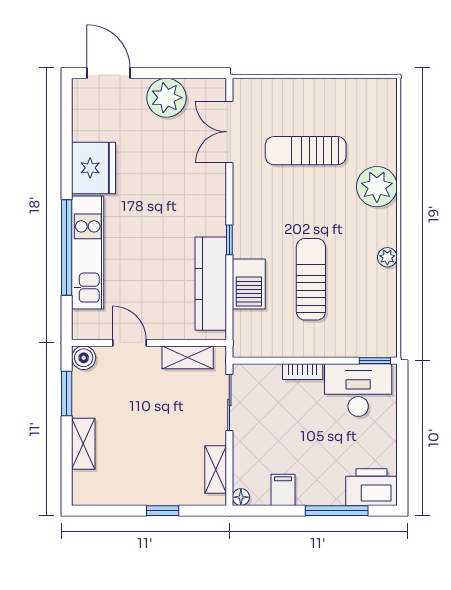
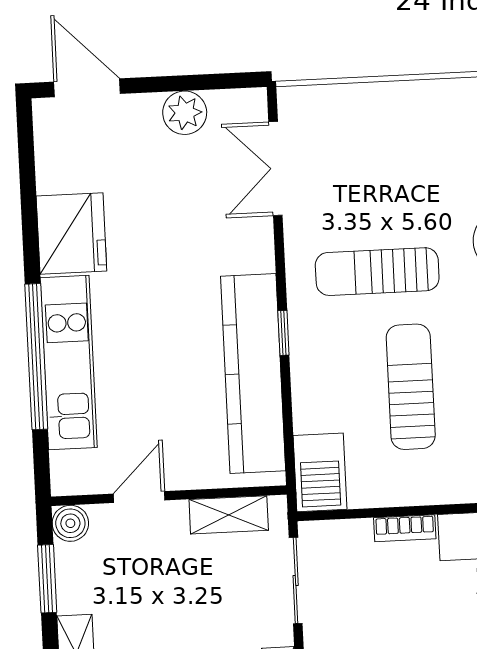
plant: (166, 98) -> (185, 113), width x0.73, depth x0.73
sun lounger: (306, 151) -> (377, 272), moved
kitchen counter: (211, 284) -> (253, 374), width x1.39, depth x1.17
barbecue: (249, 284) -> (320, 472), moved
door: (130, 343) -> (139, 497), hinge flipped

